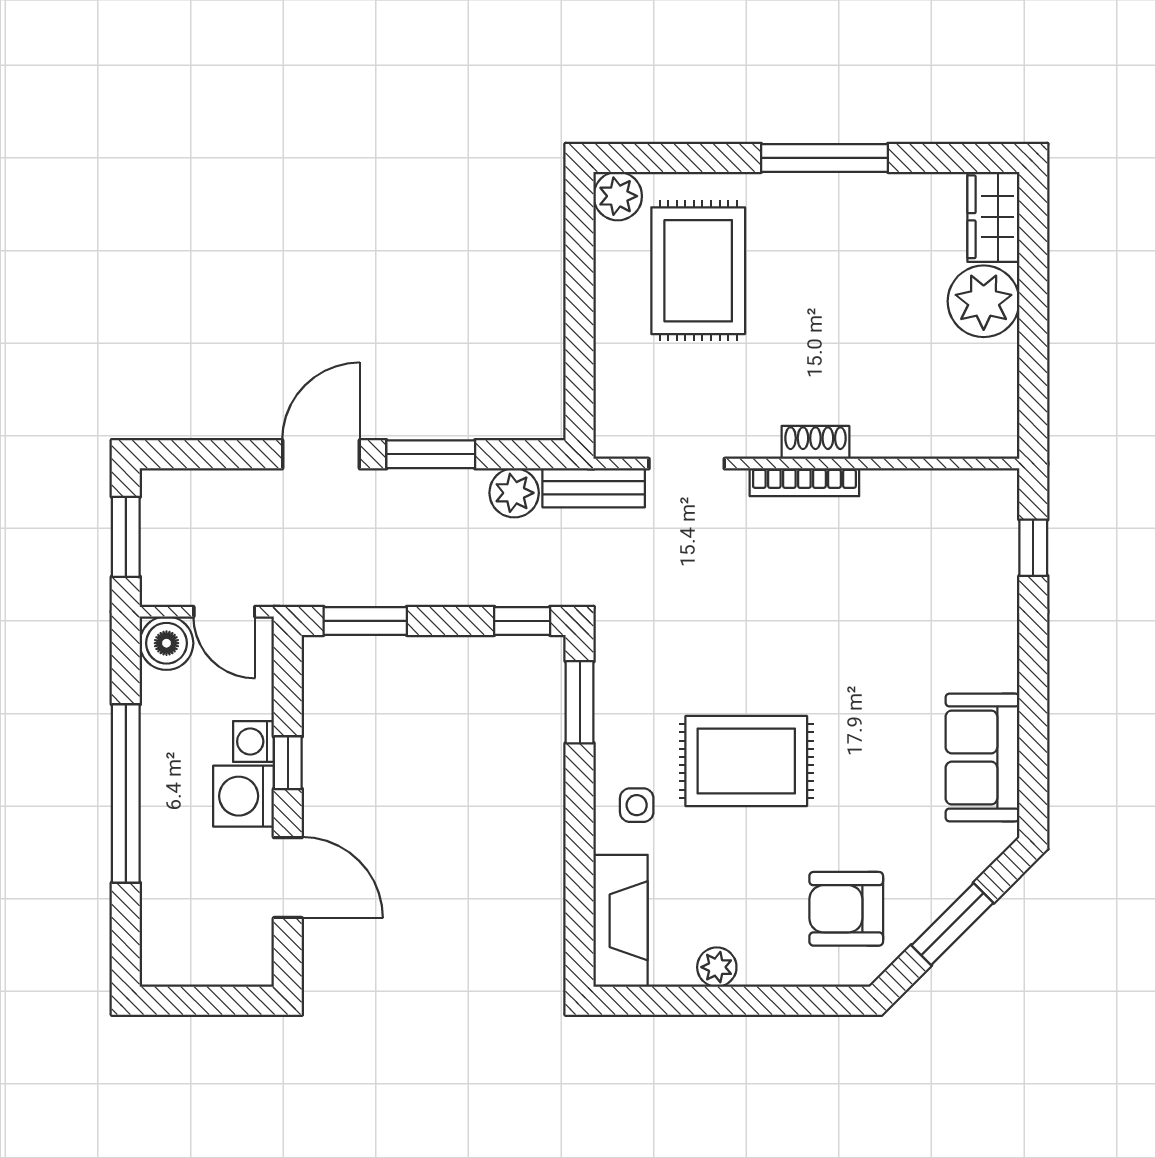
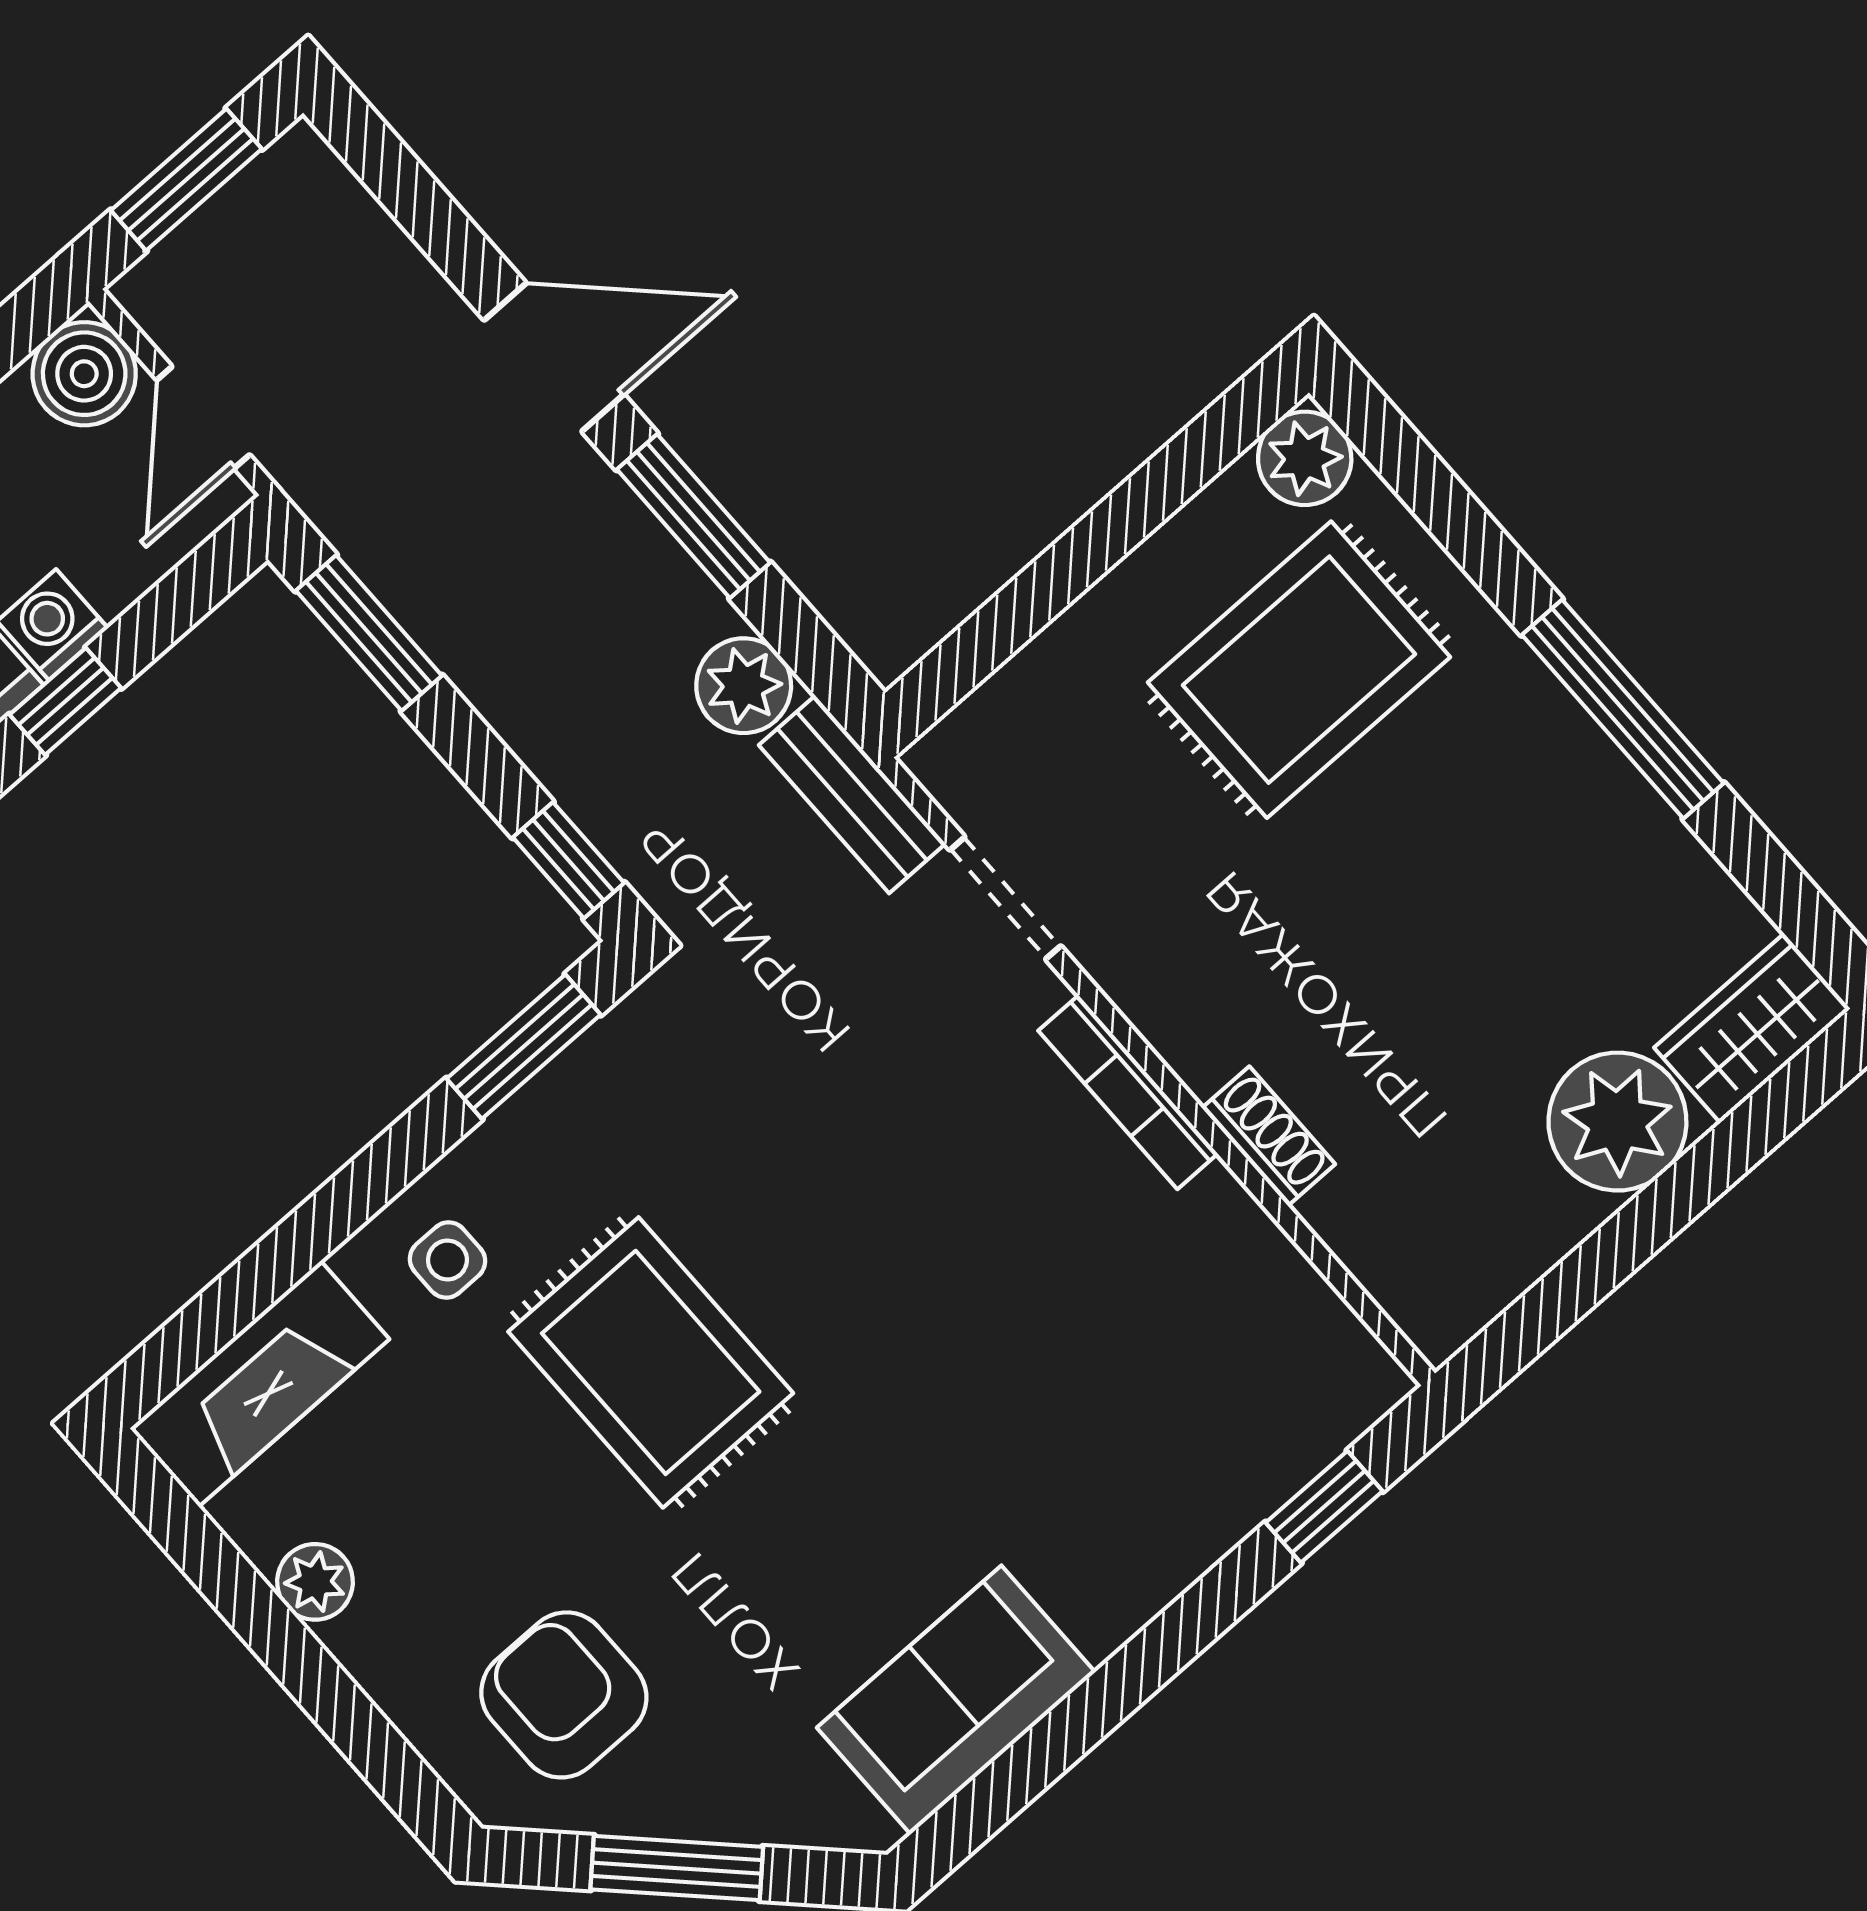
shoe rack: (815, 442) -> (1268, 1136), moved

